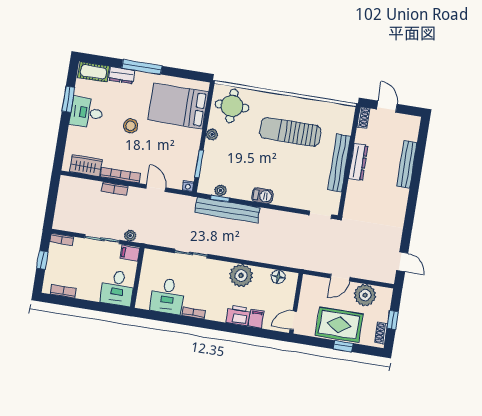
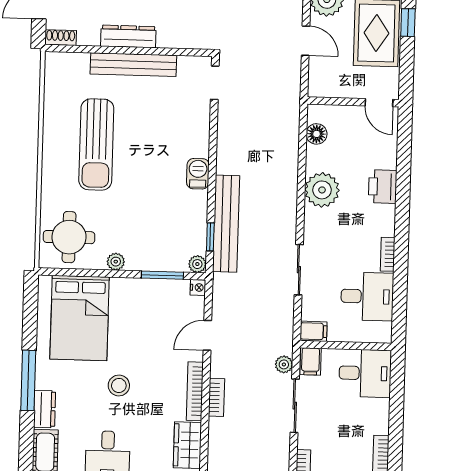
plant: (220, 190) -> (197, 264), moved
filing cabinet: (256, 319) -> (314, 331), moved, turned 180

